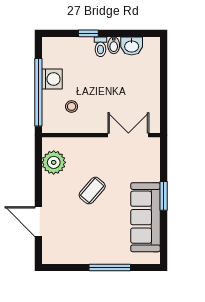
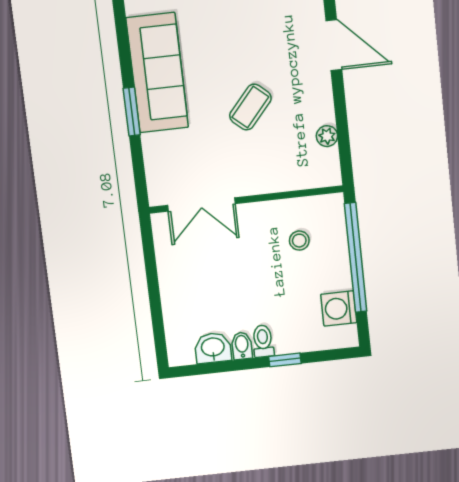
washing machine: (52, 79) -> (339, 308), moved
plant: (54, 162) -> (327, 136), width x0.53, depth x0.53

